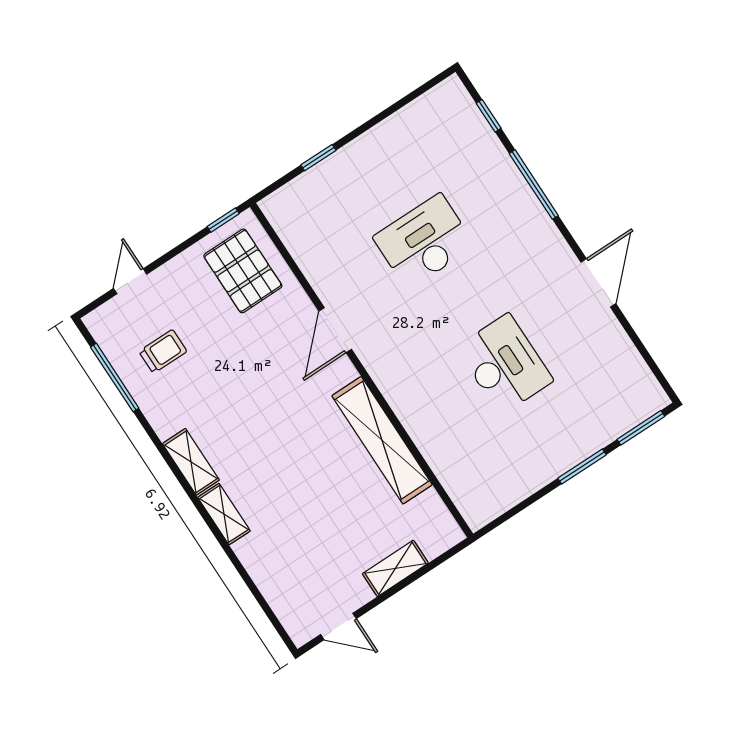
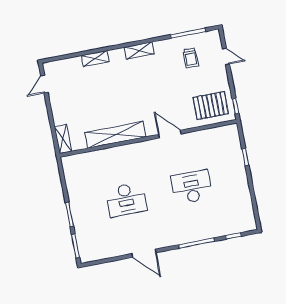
desk: (424, 241) -> (192, 187), turned -90
shelving: (224, 514) -> (95, 59), moved
shelving: (395, 568) -> (63, 139), moved

